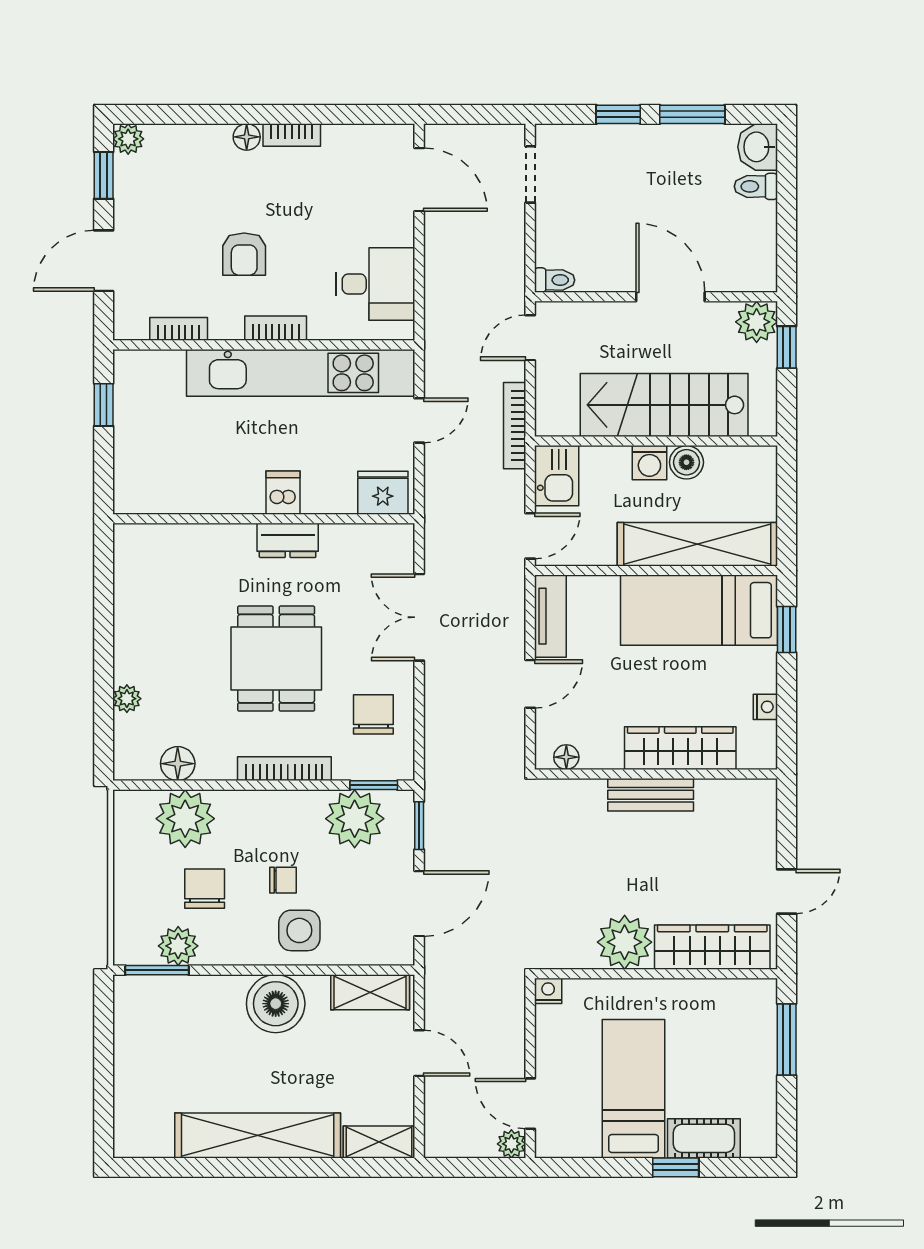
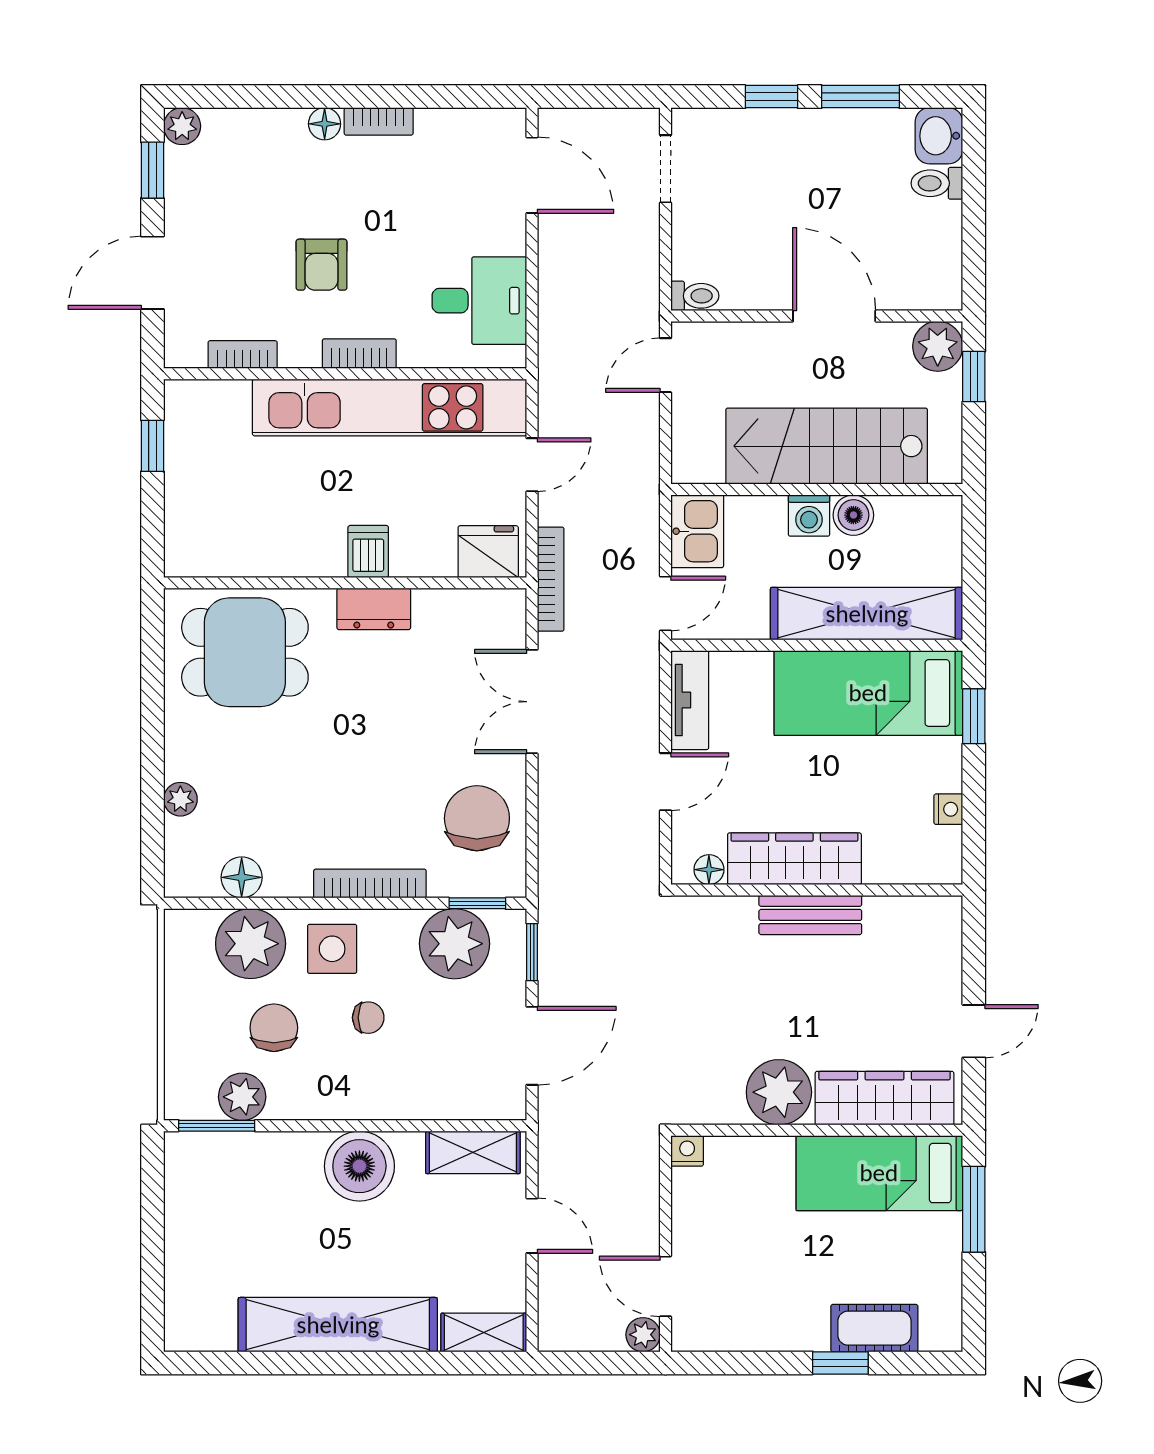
bookcase: (515, 426) -> (551, 579), moved, turned 180
dining table: (276, 659) -> (245, 652), moved, turned 90
chair: (373, 714) -> (477, 818), width x1.37, depth x1.37
wardrobe: (680, 748) -> (794, 859), moved
side table: (299, 930) -> (332, 949), moved
bed: (633, 1089) -> (879, 1173), moved, turned -90

